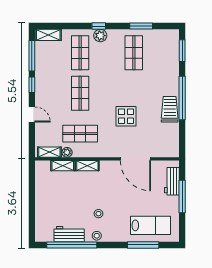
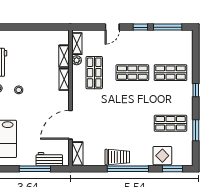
shelving: (48, 35) -> (77, 154), moved
plant: (100, 36) -> (187, 92), removed
display table: (126, 116) -> (162, 156), moved

